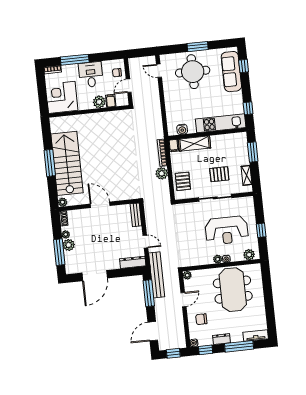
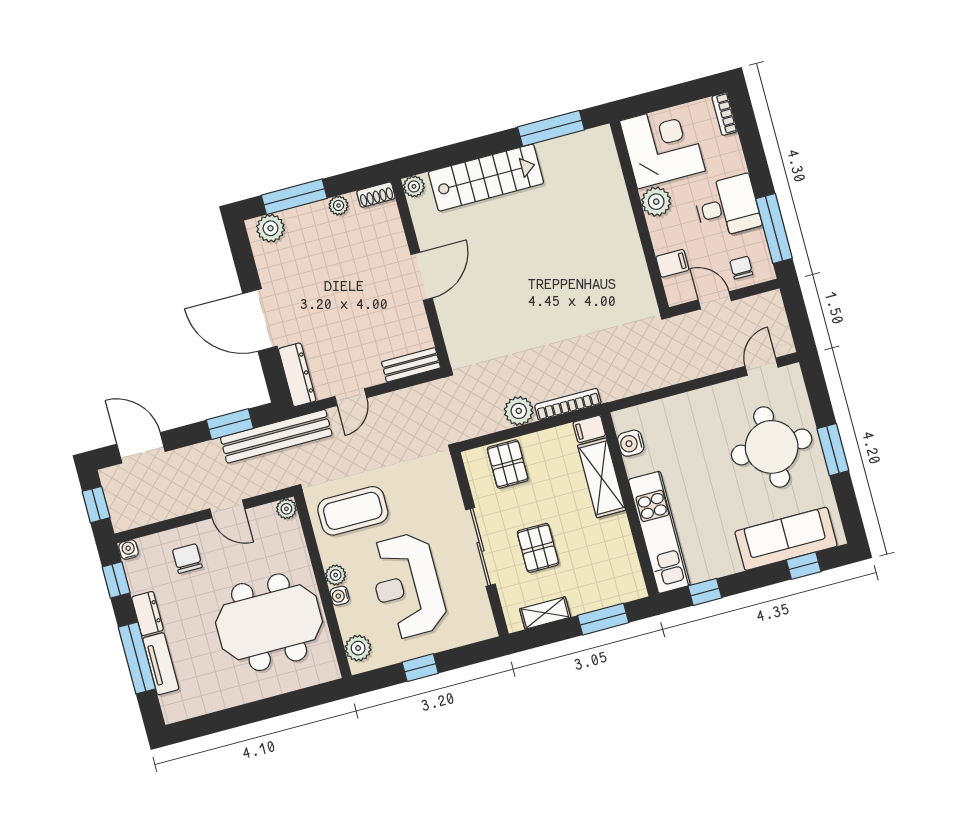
window: (75, 60) -> (774, 228), moved
plant: (99, 102) -> (656, 202), moved
window: (50, 163) -> (551, 128), moved
stairs: (67, 163) -> (486, 178), width x0.73, depth x0.66
pallet: (183, 181) -> (508, 464), turned 90
plant: (69, 245) -> (270, 228), moved
coffee table: (192, 248) -> (353, 511), added
door: (95, 276) -> (260, 320), moved
window: (149, 293) -> (230, 424), width x0.69
tv unit: (256, 336) -> (161, 664), moved

